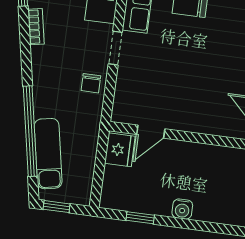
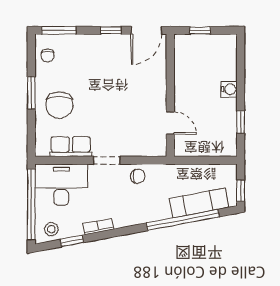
fridge: (120, 150) -> (188, 146), removed

